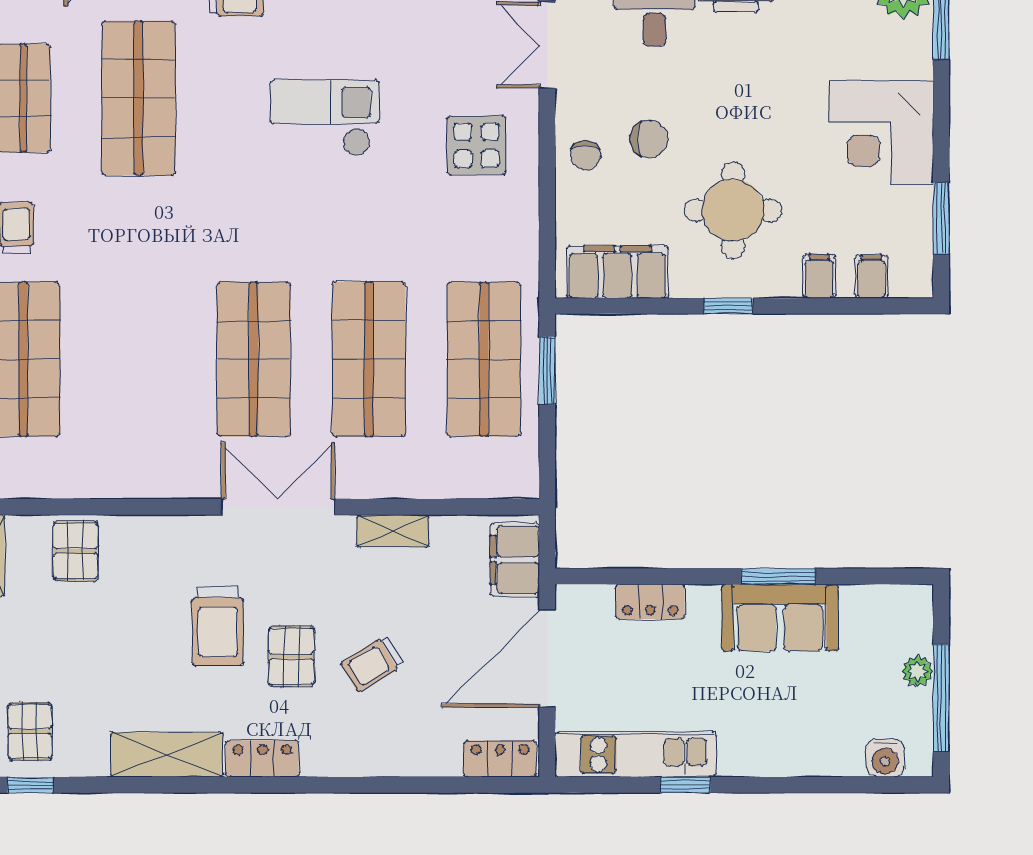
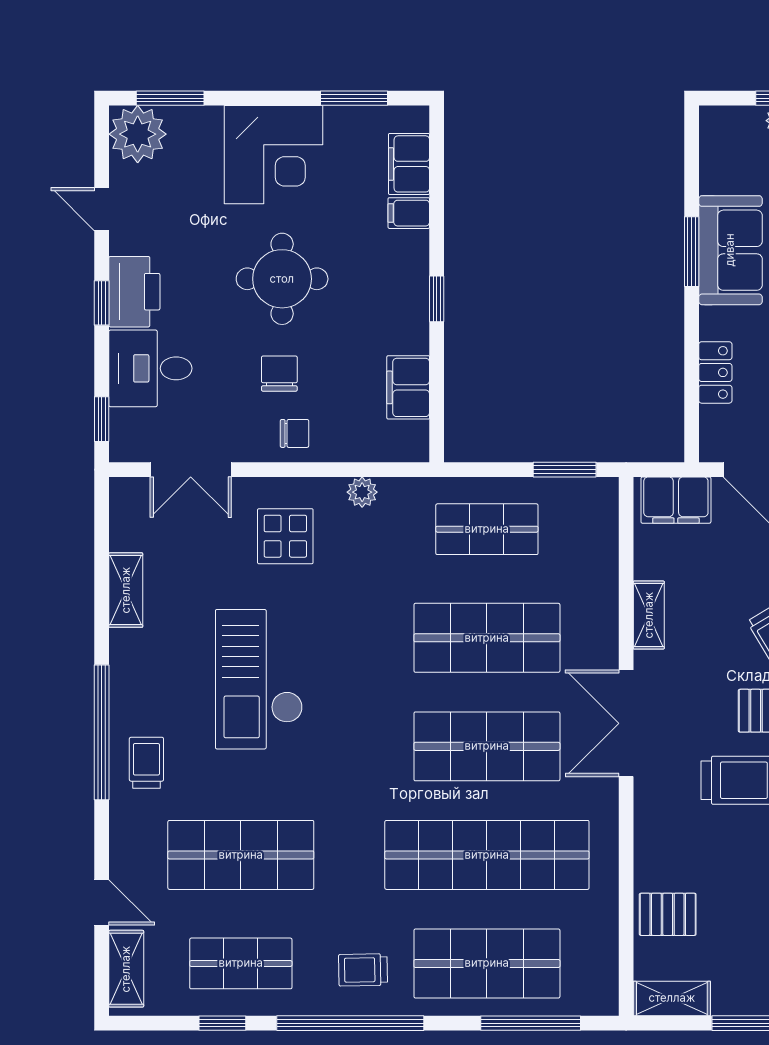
checkout: (325, 118) -> (259, 679), width x1.36, depth x1.21
round table: (733, 210) -> (282, 279), moved
plant: (523, 227) -> (362, 492), added
filing cabinet: (617, 272) -> (408, 387), width x0.67, depth x0.86
filing cabinet: (871, 277) -> (409, 164), width x2.00
shop shelf: (138, 359) -> (487, 855), added
shop shelf: (484, 359) -> (487, 529), width x0.70, depth x0.74
window: (547, 370) -> (565, 470), moved

